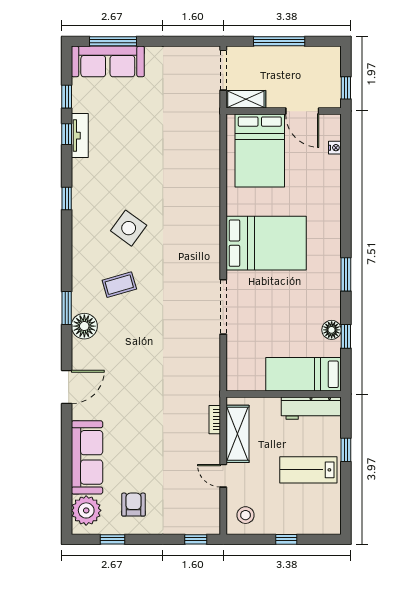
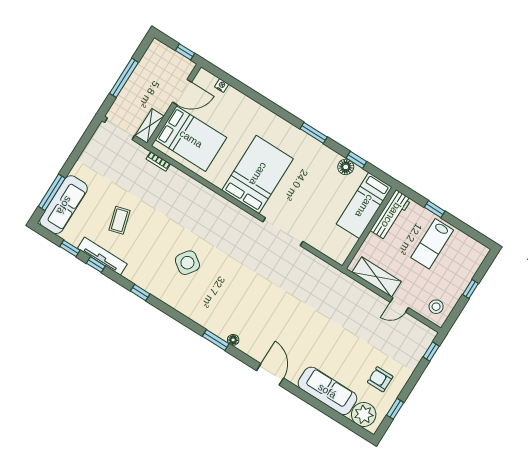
tv unit: (80, 136) -> (102, 256), width x1.41
coffee table: (119, 285) -> (119, 220), moved
floor lamp: (84, 326) -> (233, 340), width x0.53, depth x0.53
bookcase: (215, 420) -> (158, 161), moved

